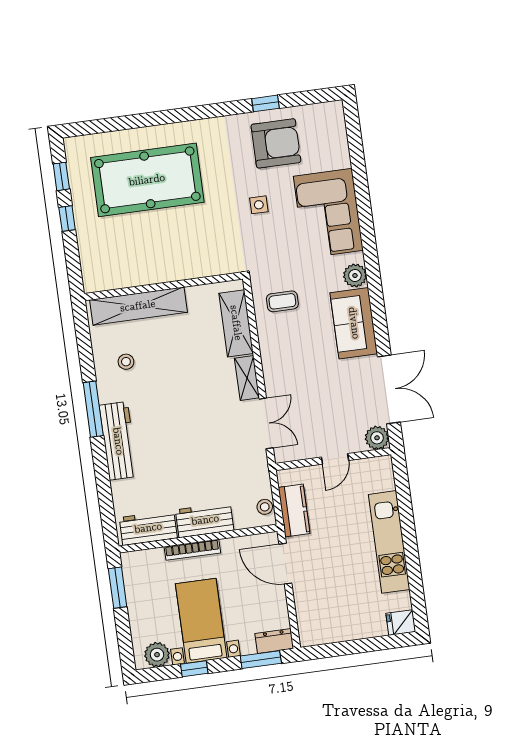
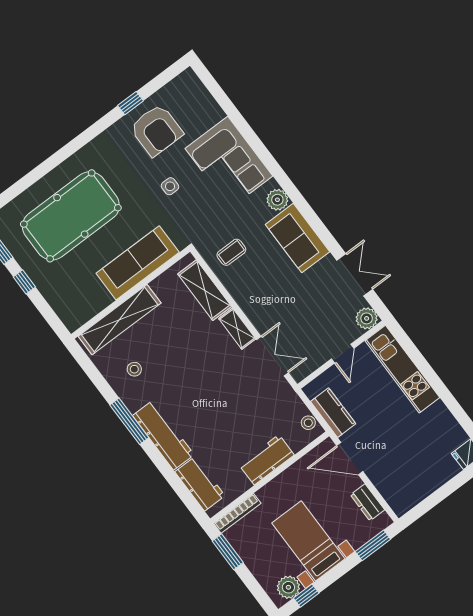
armchair: (276, 143) -> (156, 130), turned 90
sofa: (186, 261) -> (138, 263), added
double door: (389, 389) -> (355, 275), width x0.73
workbench: (148, 528) -> (200, 484), moved, turned 90
kitchen unit: (389, 542) -> (402, 369), moved
bookcase: (192, 550) -> (237, 513), moved
dresser: (274, 641) -> (367, 502), moved, turned -90
window: (194, 669) -> (306, 596), moved

